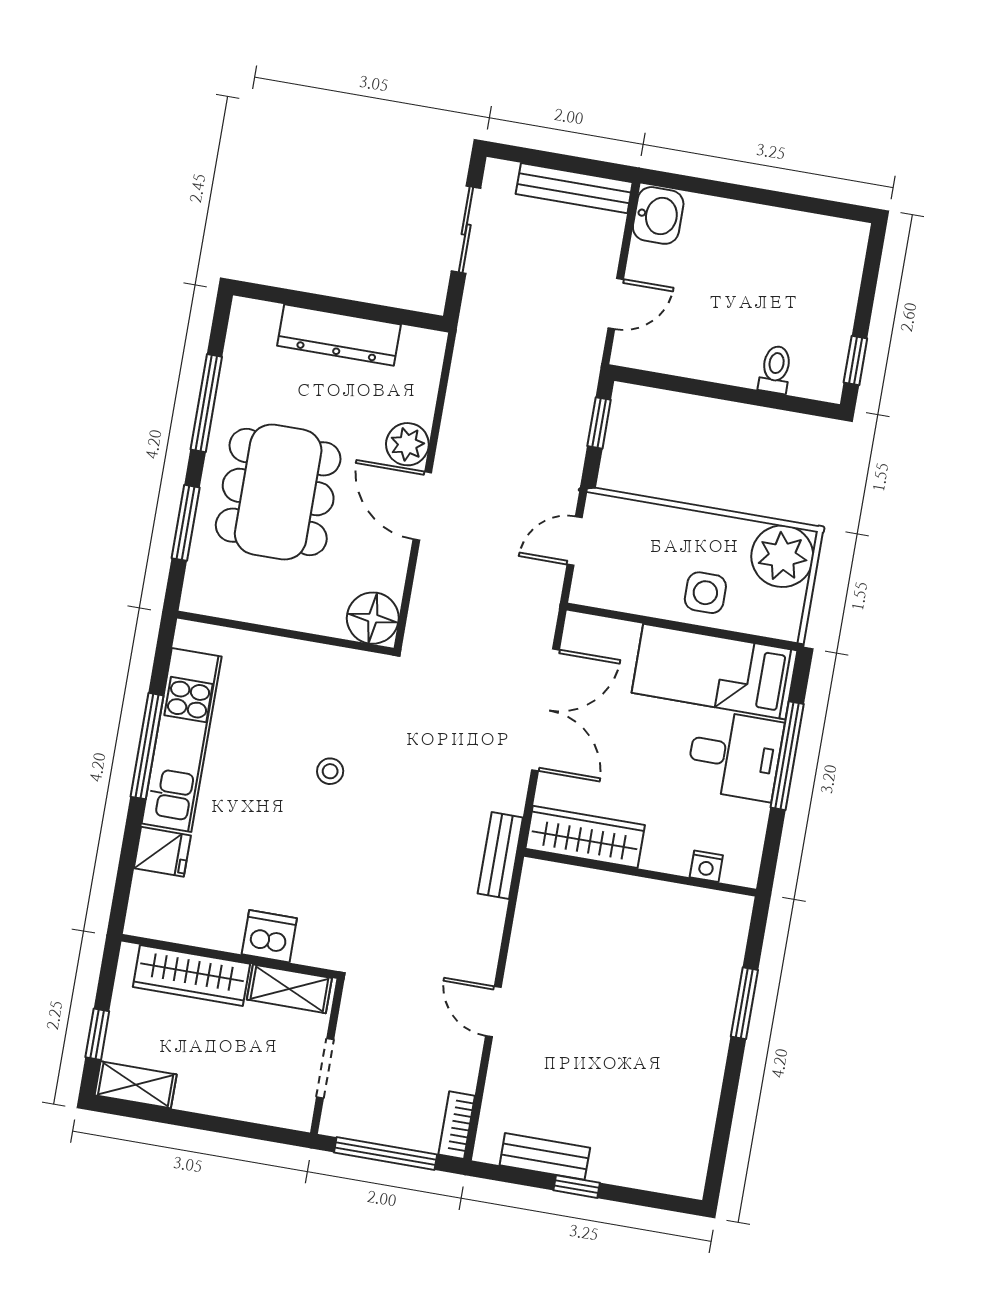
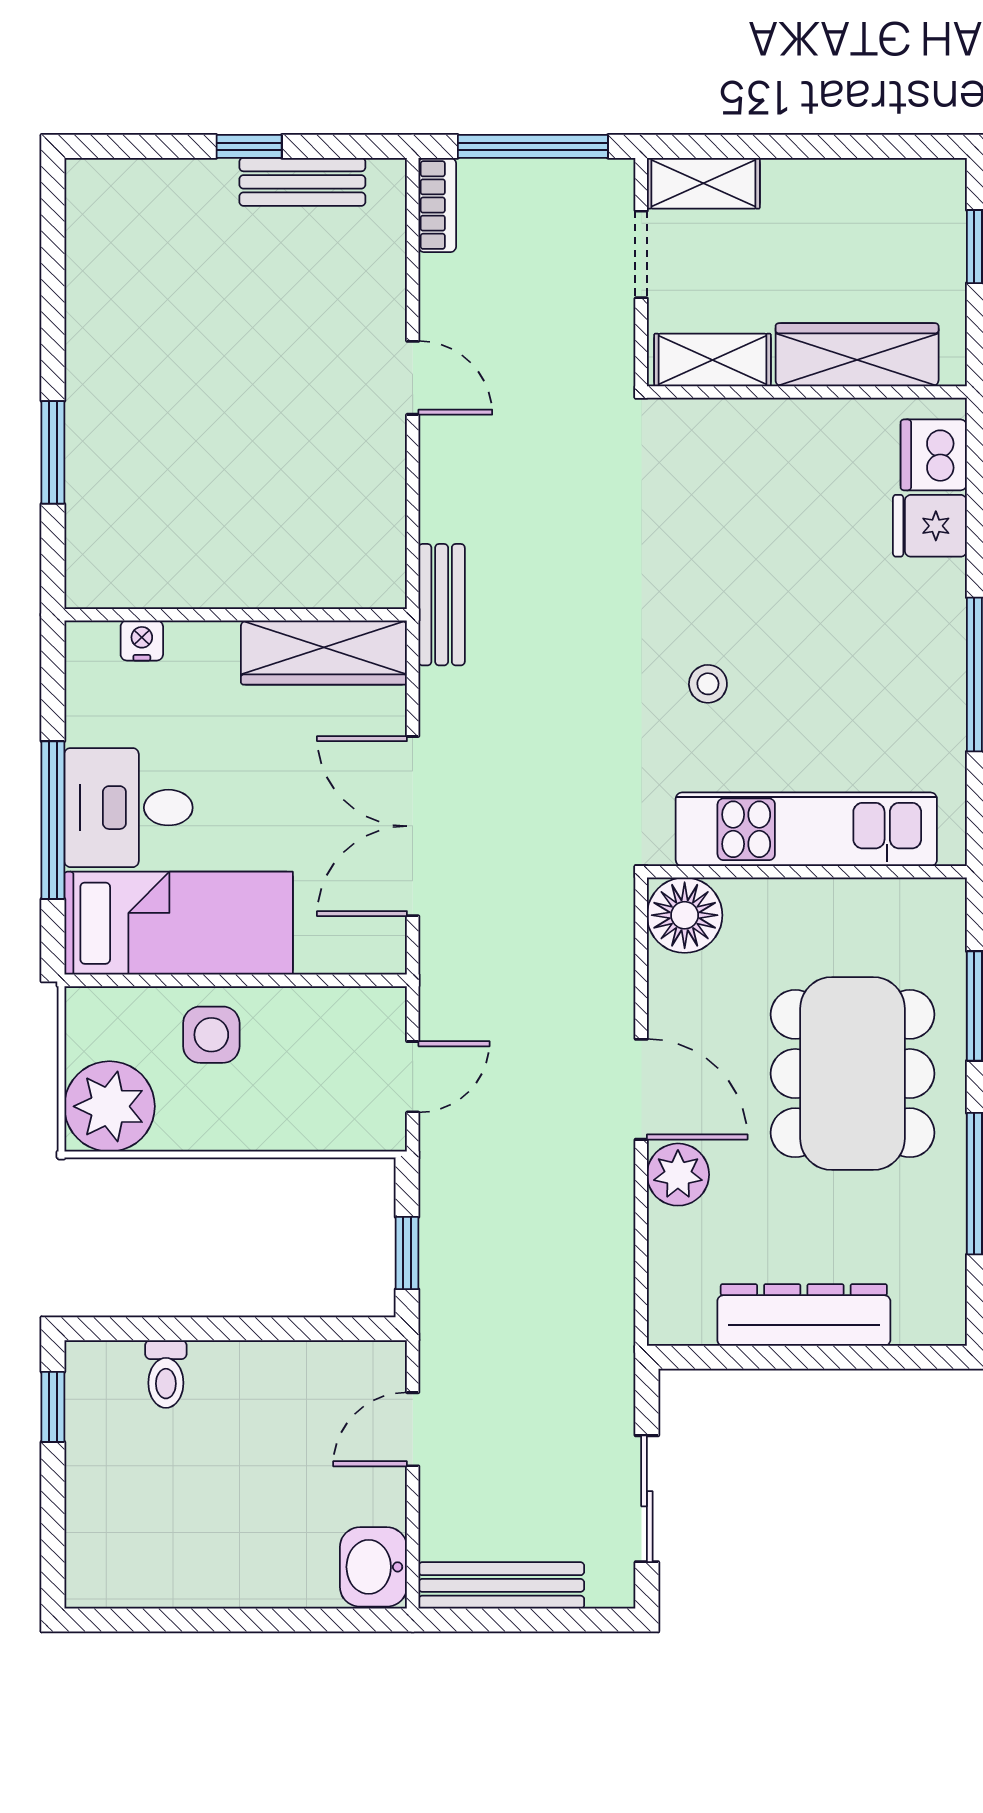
kitchen unit: (182, 740) -> (806, 829), moved, turned 90
dishwasher: (269, 936) -> (934, 455), moved, turned 90
shelving: (136, 1085) -> (703, 183), moved

